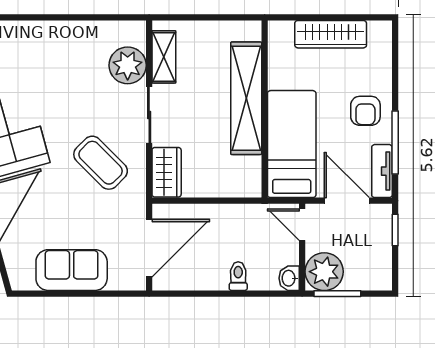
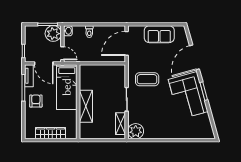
plant: (128, 65) -> (136, 131), moved
shelving: (246, 98) -> (86, 106), width x0.68
coffee table: (101, 163) -> (147, 79), turned -45
wardrobe: (167, 172) -> (119, 75), removed

